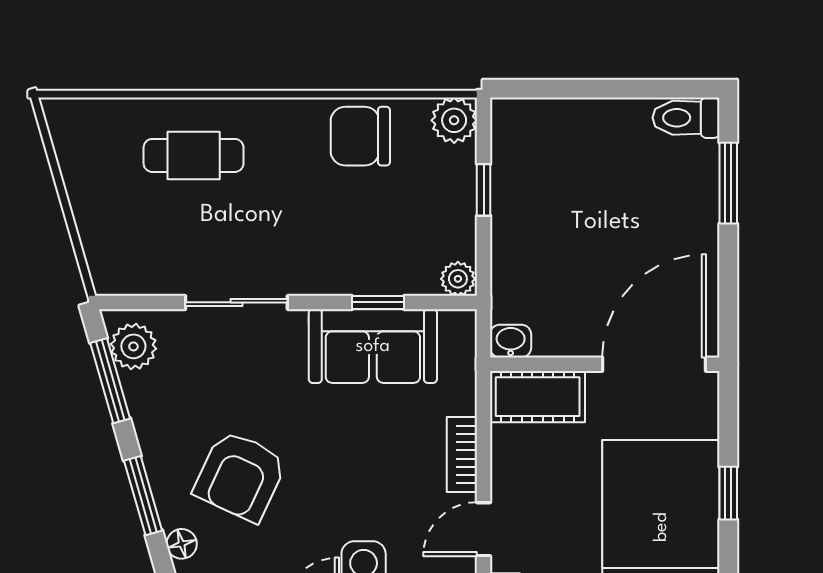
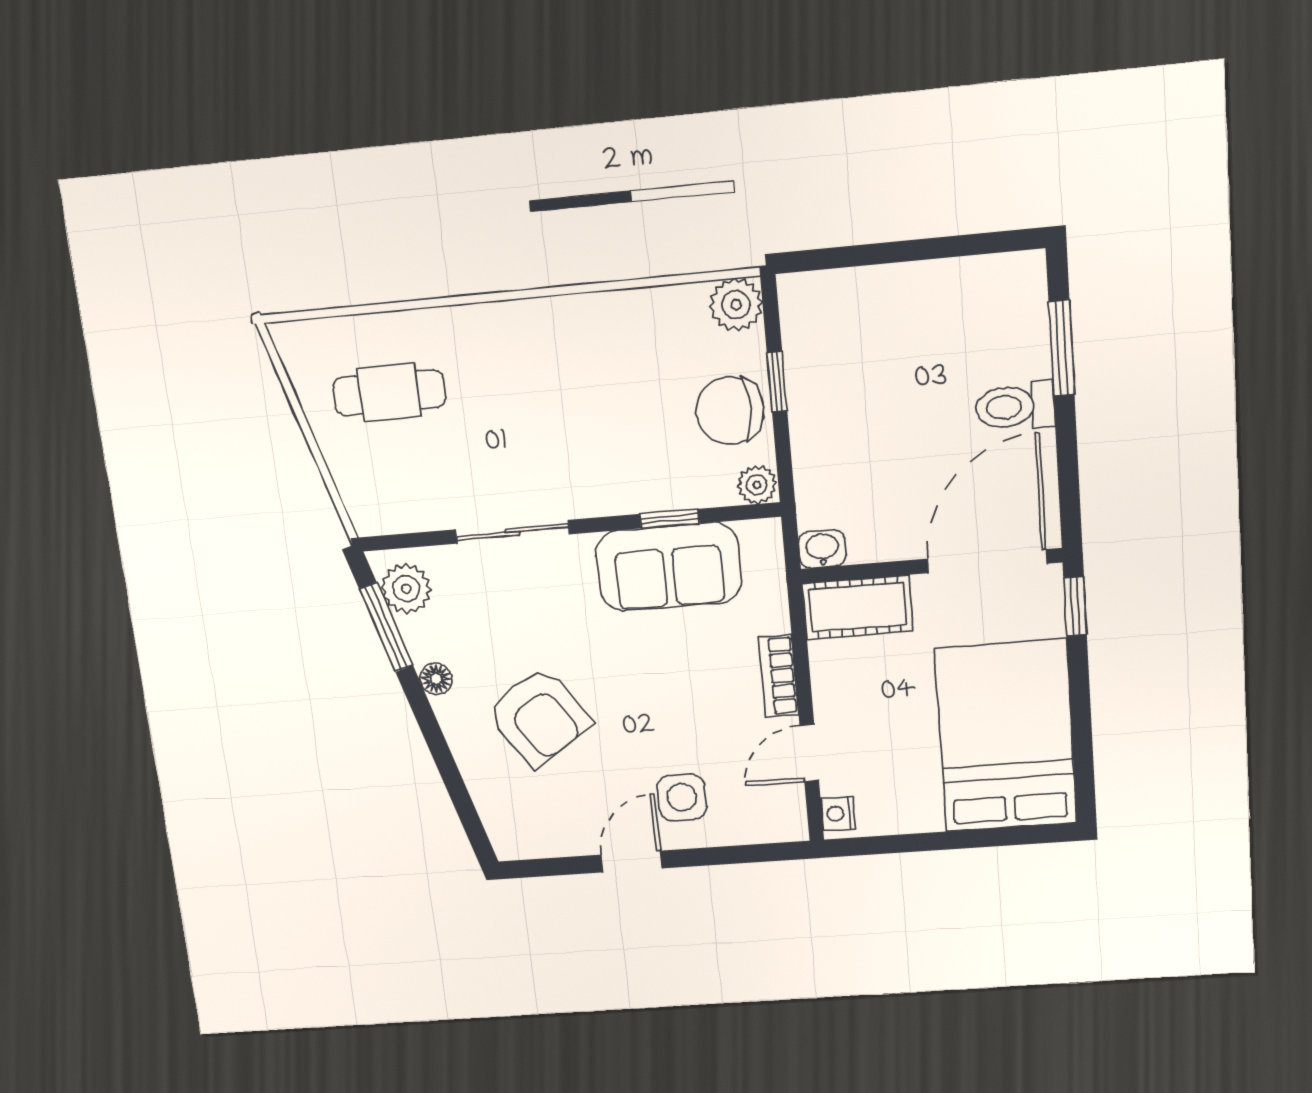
toilet: (686, 118) -> (1015, 406), moved
chair: (360, 136) -> (730, 410), moved
cafe table: (194, 155) -> (389, 393), moved
armchair: (240, 476) -> (539, 717), turned -59
window: (728, 493) -> (1075, 606), moved
window: (143, 496) -> (437, 745), removed
floor lamp: (182, 544) -> (436, 679), moved

